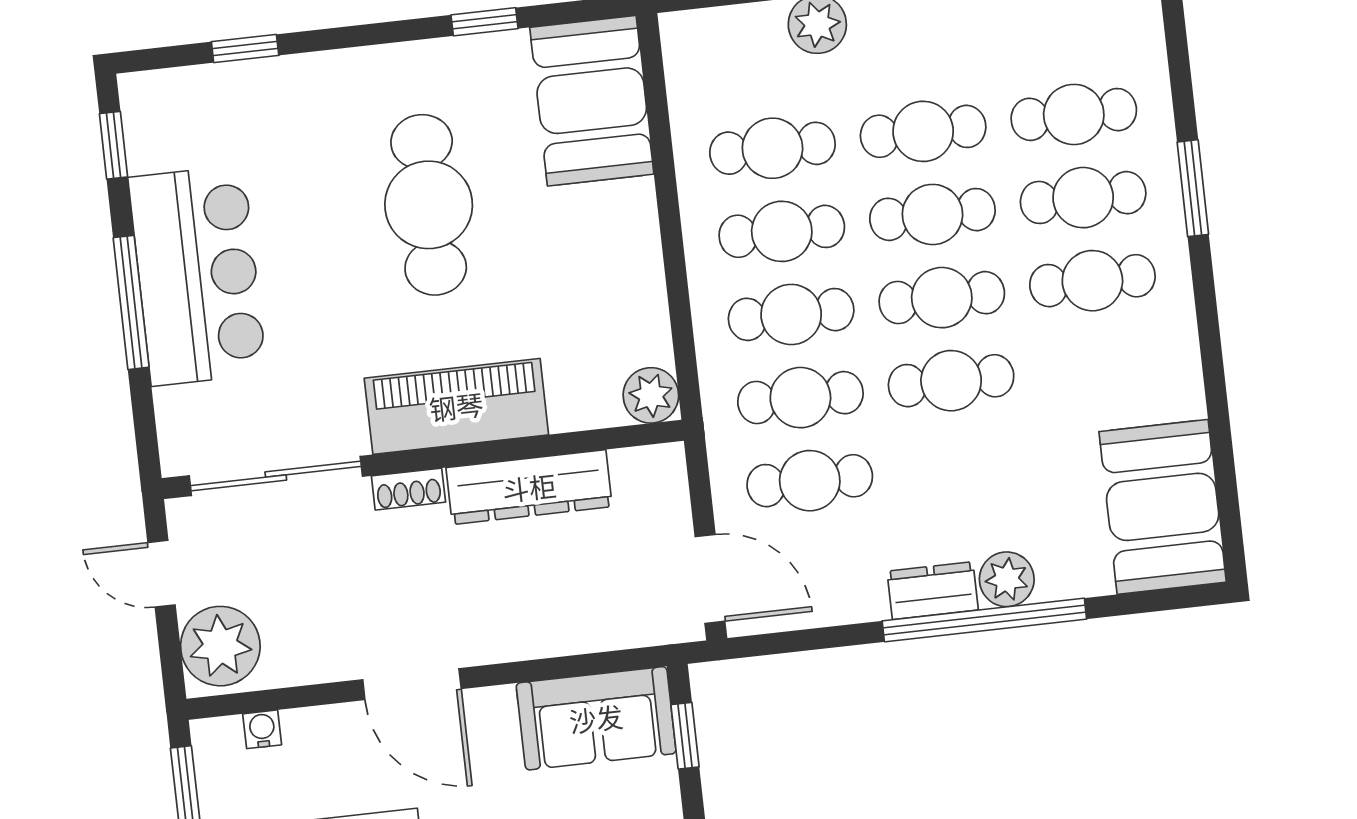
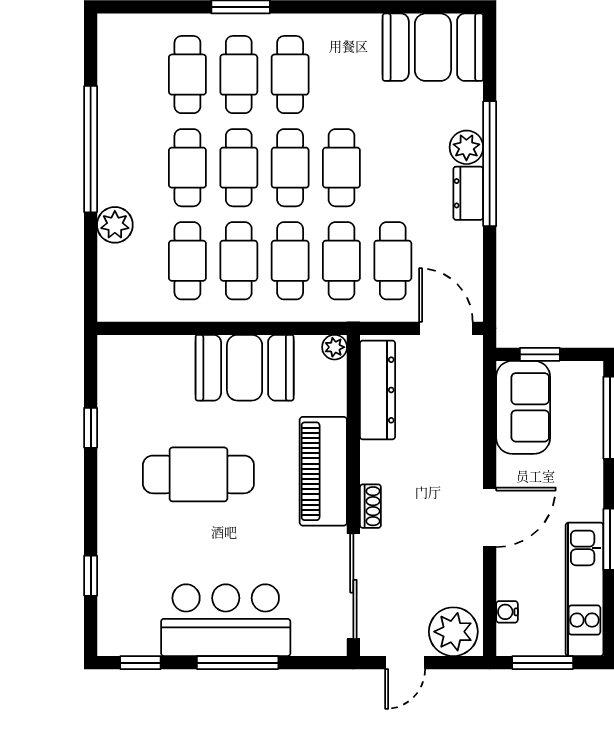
booth: (592, 101) -> (245, 368), moved
plant: (651, 395) -> (335, 347), width x0.73, depth x0.73
dresser: (529, 487) -> (378, 390), moved
door: (710, 579) -> (446, 328), hinge flipped

